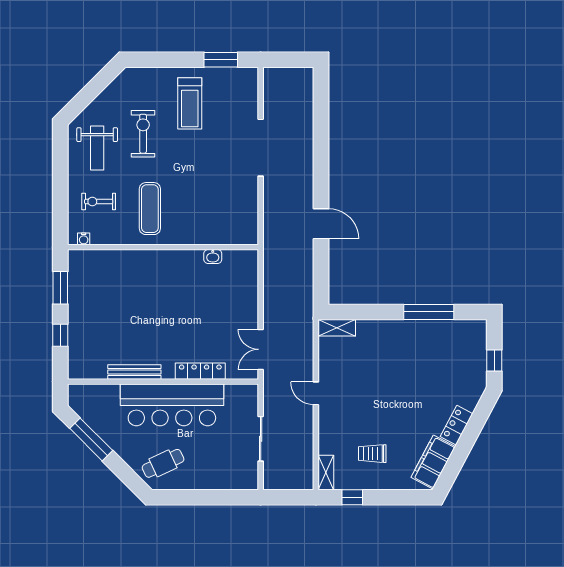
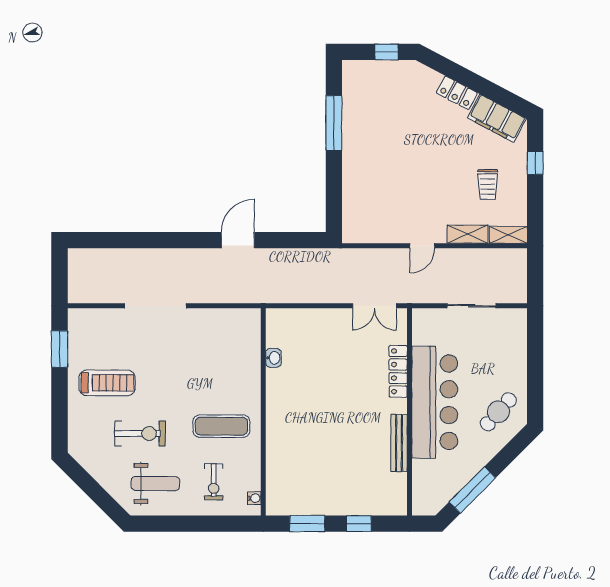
exercise bike: (143, 134) -> (140, 434), turned 180
shelving: (337, 328) -> (468, 234), moved, turned 90
cafe table: (163, 463) -> (498, 412), turned 67
window: (352, 497) -> (535, 163), moved

